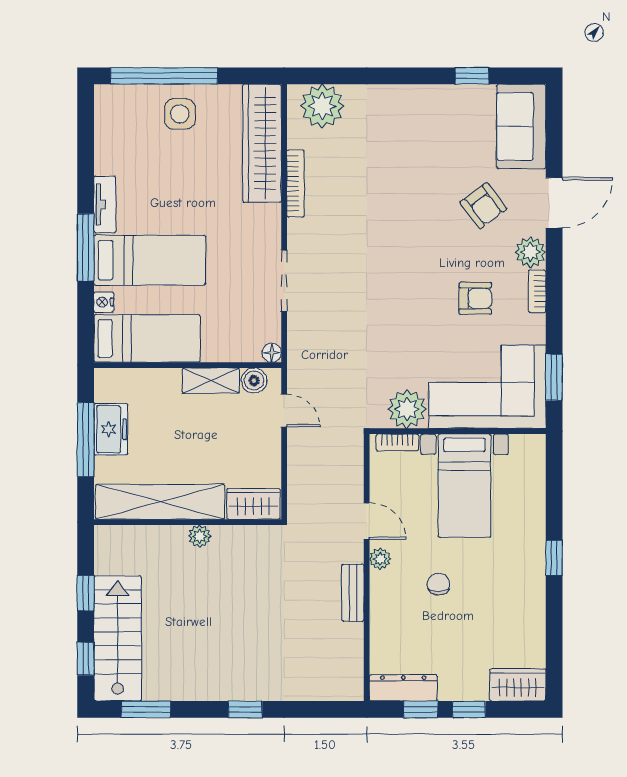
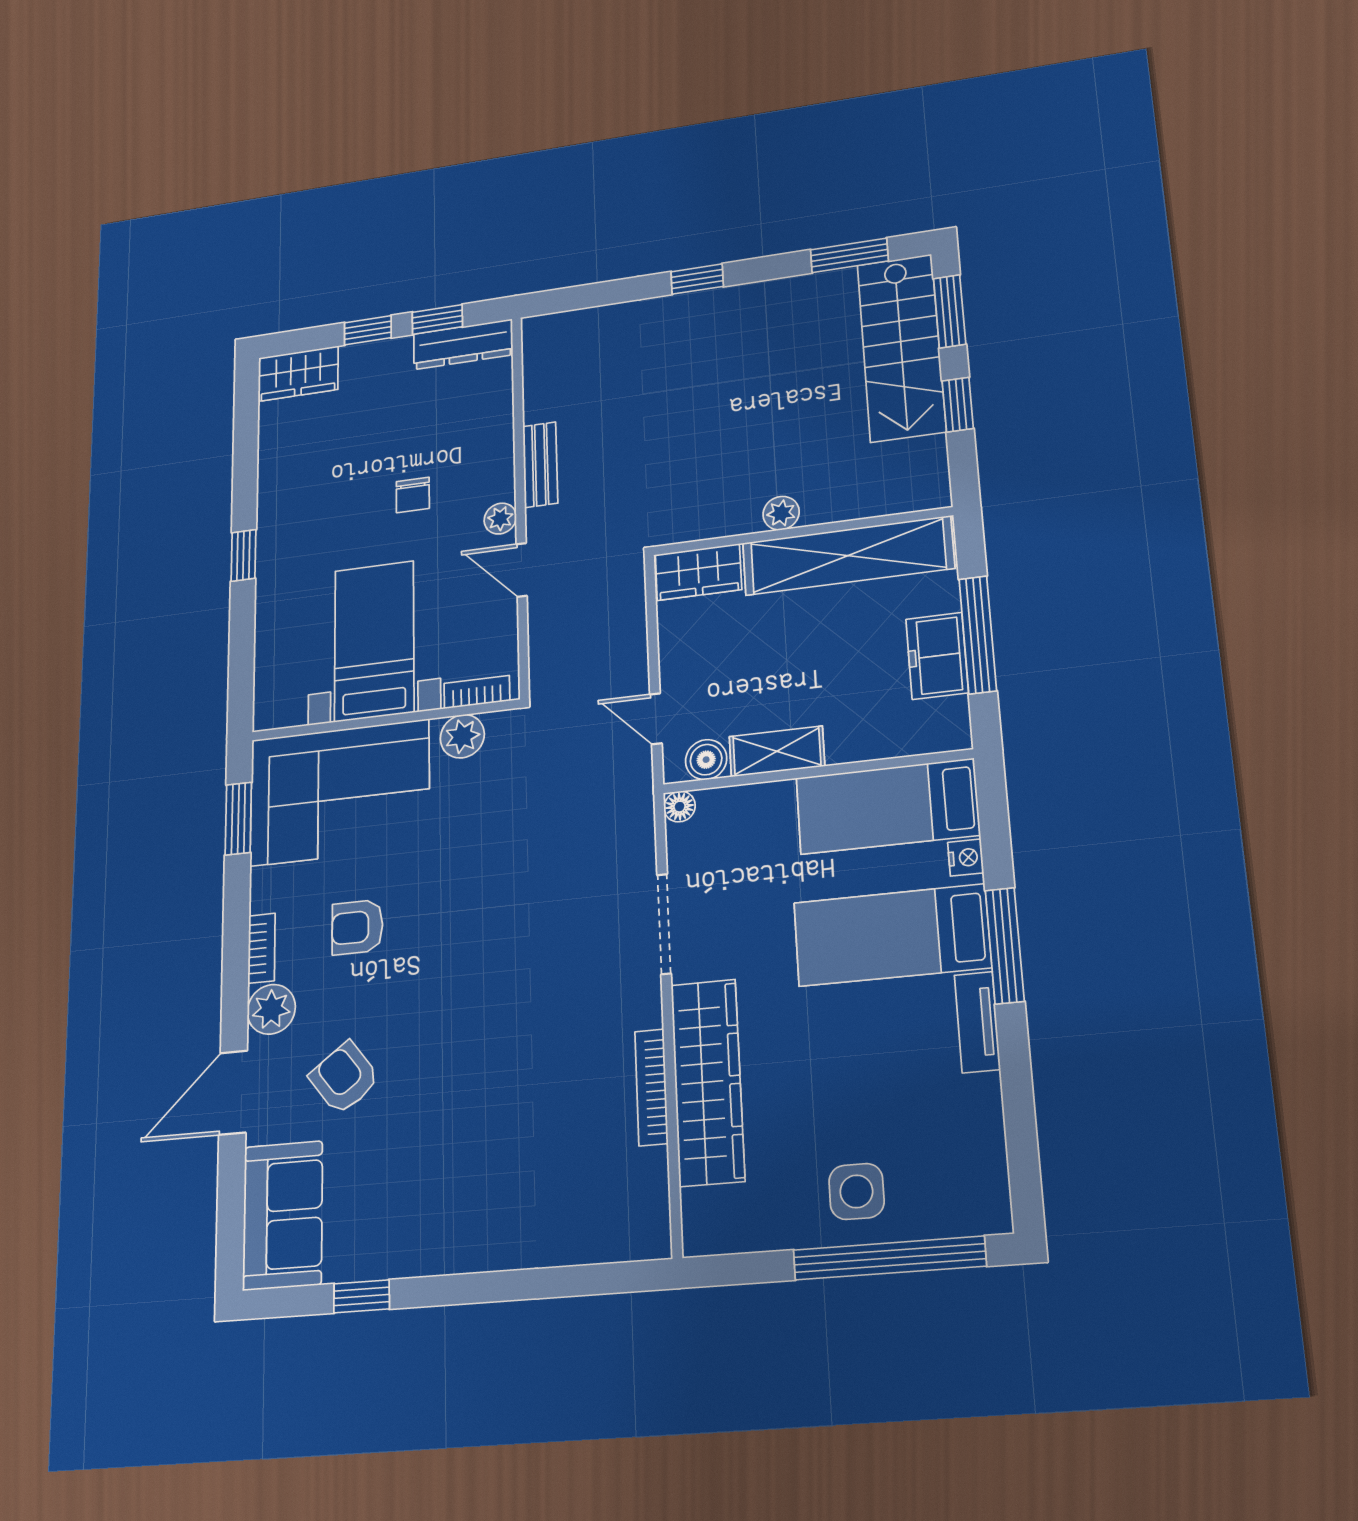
plant: (322, 106) -> (611, 1225), removed
wardrobe: (262, 143) -> (708, 1082), moved
plant: (407, 409) -> (462, 736), width x0.73, depth x0.73
window: (86, 659) -> (950, 311), width x1.50

